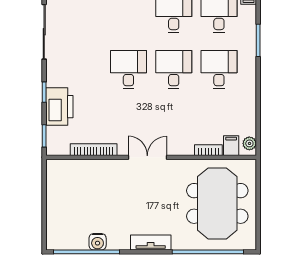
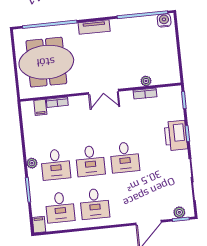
printer: (59, 107) -> (176, 136), moved
plant: (249, 143) -> (32, 163), moved
bookcase: (94, 150) -> (145, 93), width x0.64
plant: (91, 166) -> (146, 81), added
meeting table: (217, 203) -> (46, 62), turned 90
water cooler: (98, 242) -> (164, 20), moved

